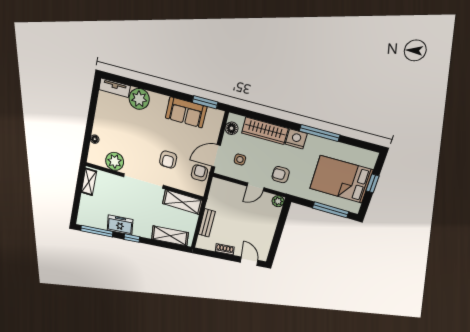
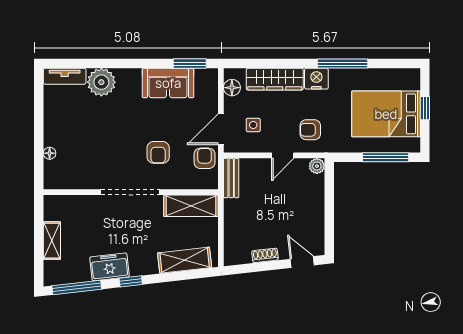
plant: (115, 161) -> (84, 176), removed
shelving: (89, 182) -> (52, 241), moved
bench: (207, 223) -> (231, 178), moved

